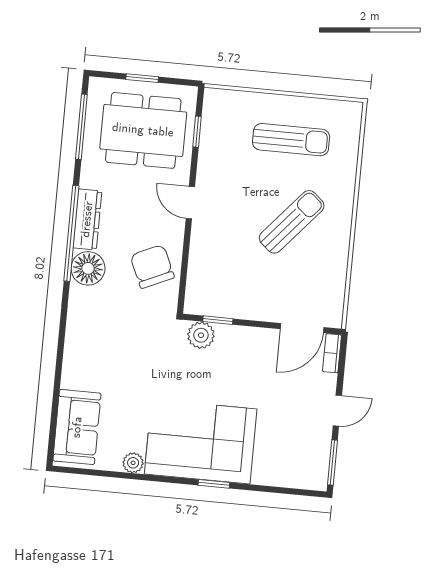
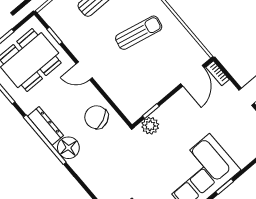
sun lounger: (292, 222) -> (139, 33), turned 61

